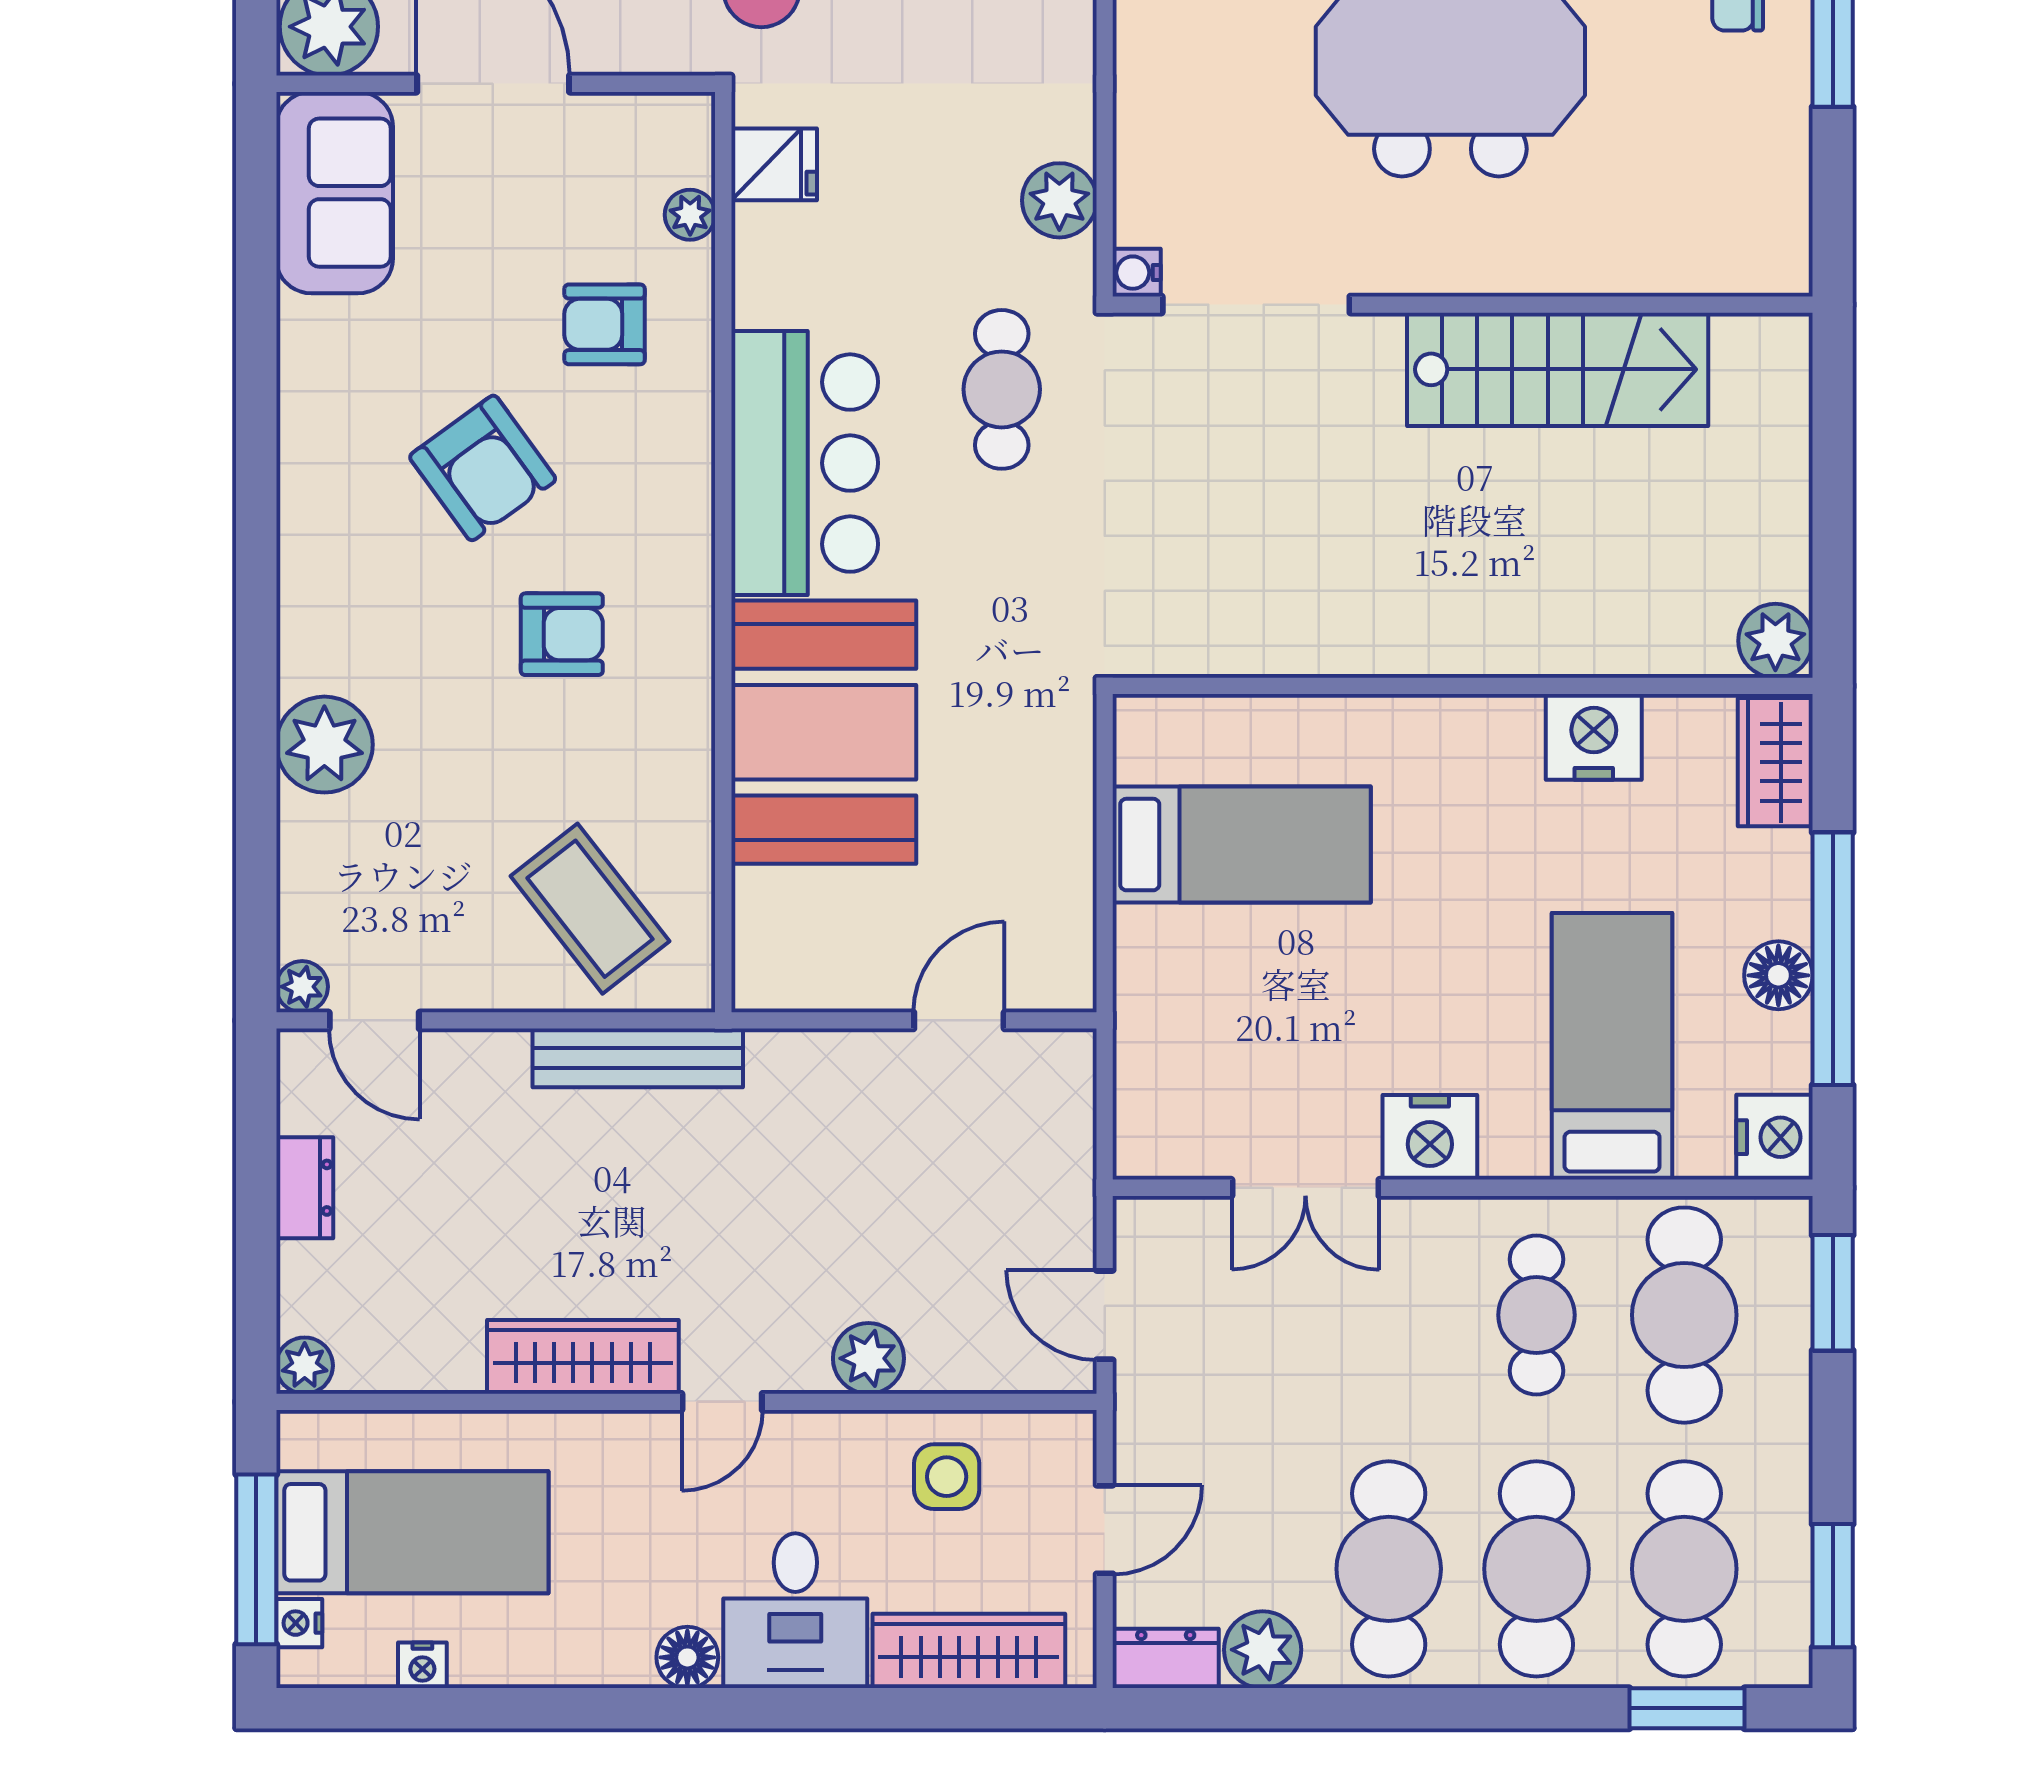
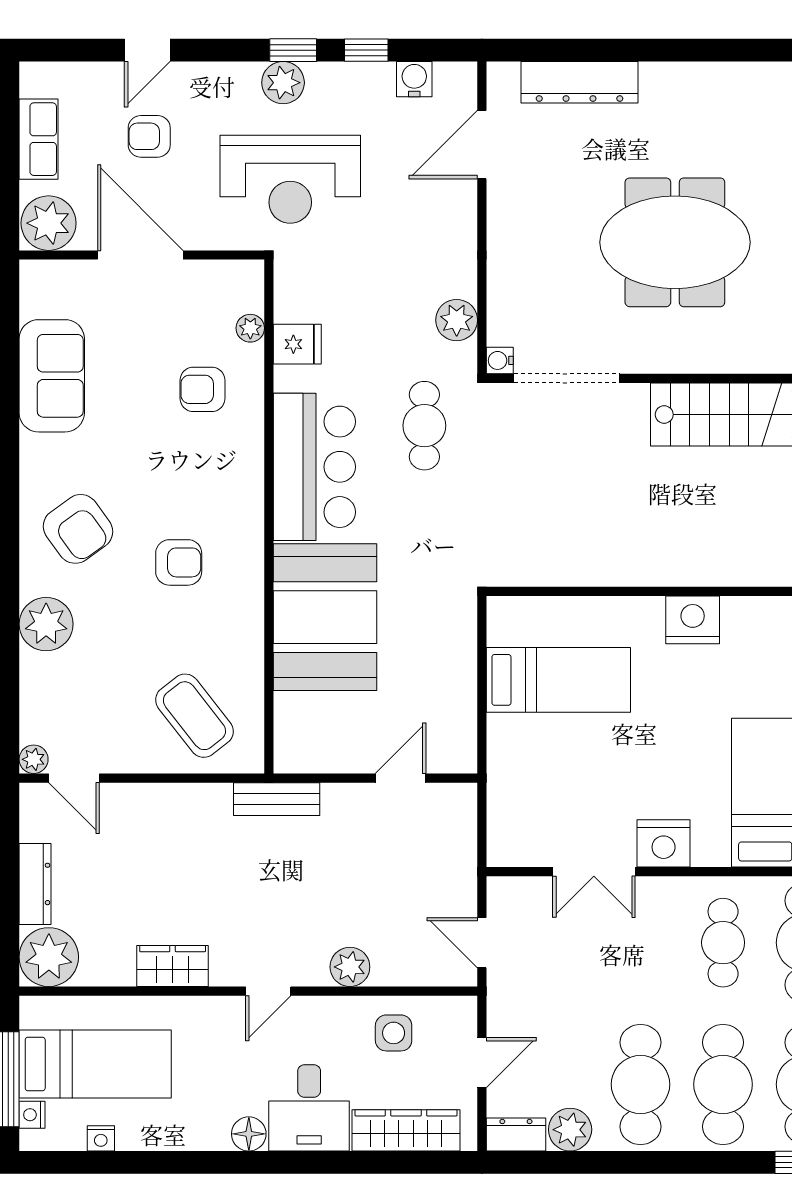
fridge: (774, 164) -> (297, 344), moved
sofa: (335, 193) -> (52, 376), moved
armchair: (483, 468) -> (78, 529), moved
nightstand: (1594, 737) -> (693, 620), moved
bench: (638, 1058) -> (277, 799), moved, width x0.73
dresser: (305, 1188) -> (35, 884), width x1.44
wardrobe: (583, 1357) -> (173, 966), width x0.67
plant: (305, 1366) -> (49, 957), width x1.88, depth x1.88

